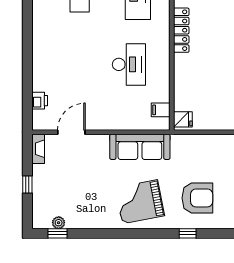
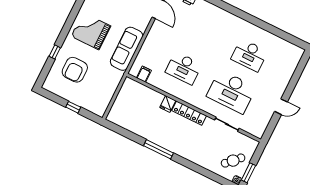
fridge: (183, 119) -> (168, 104), moved
grand piano: (140, 202) -> (91, 31), turned -79

